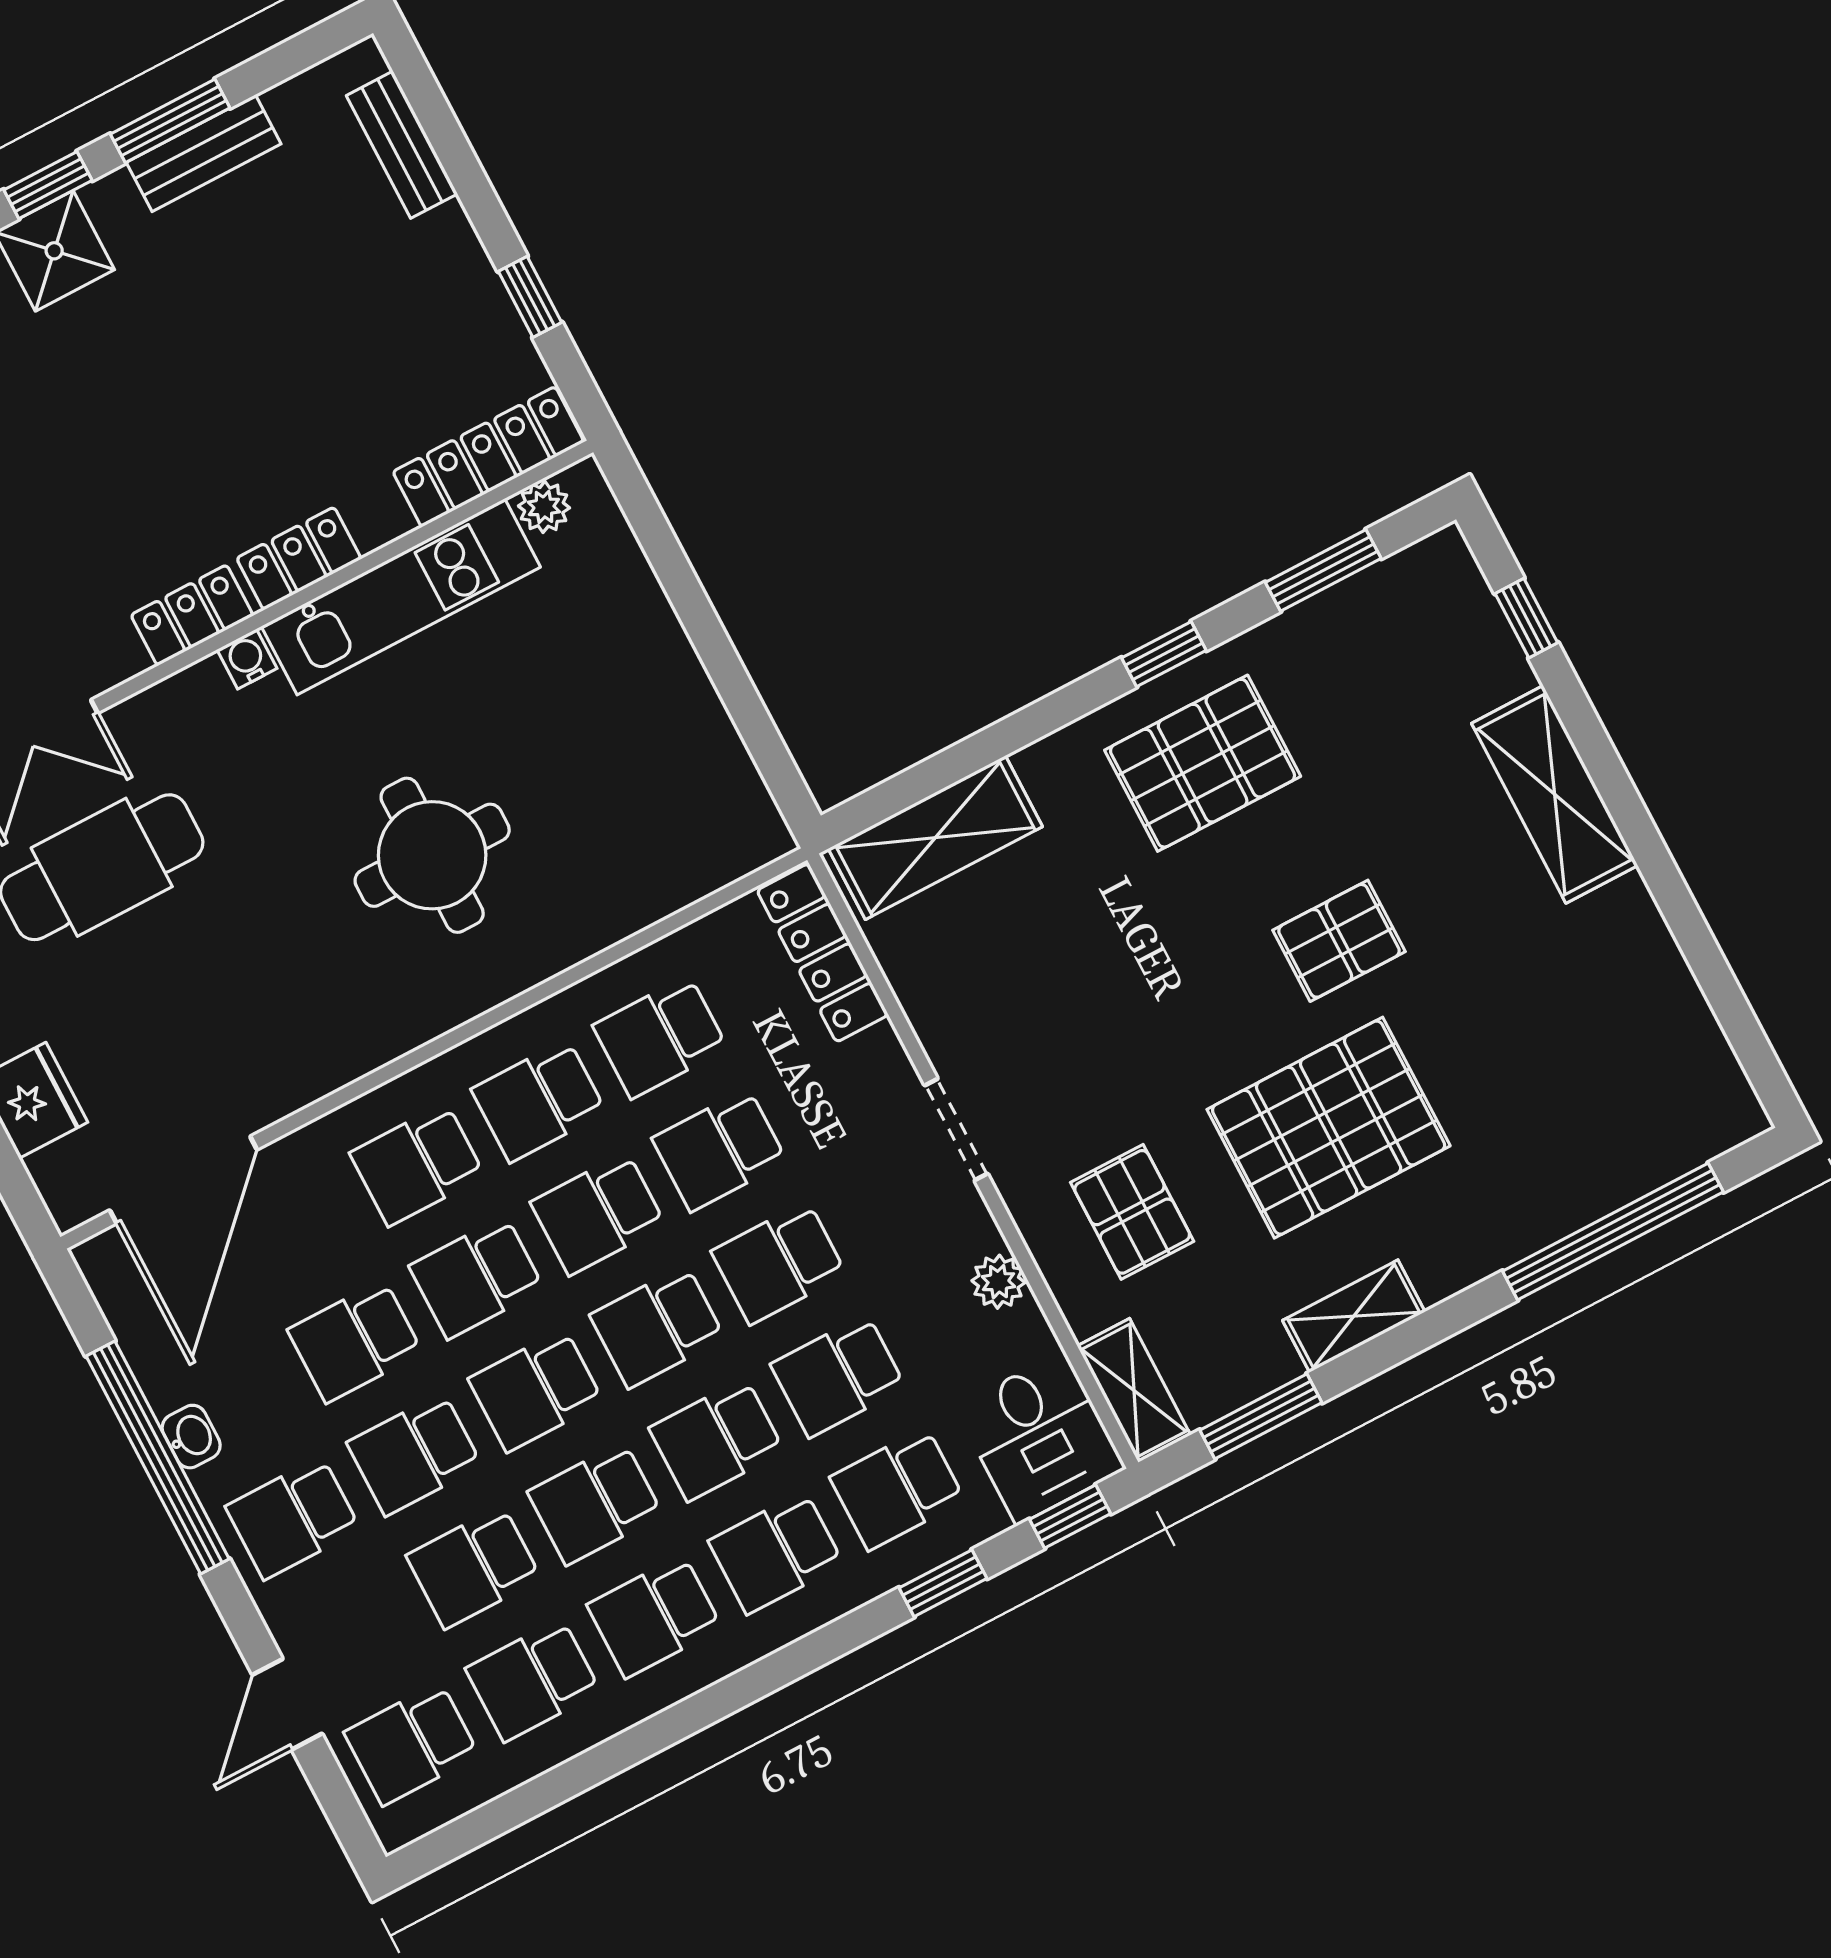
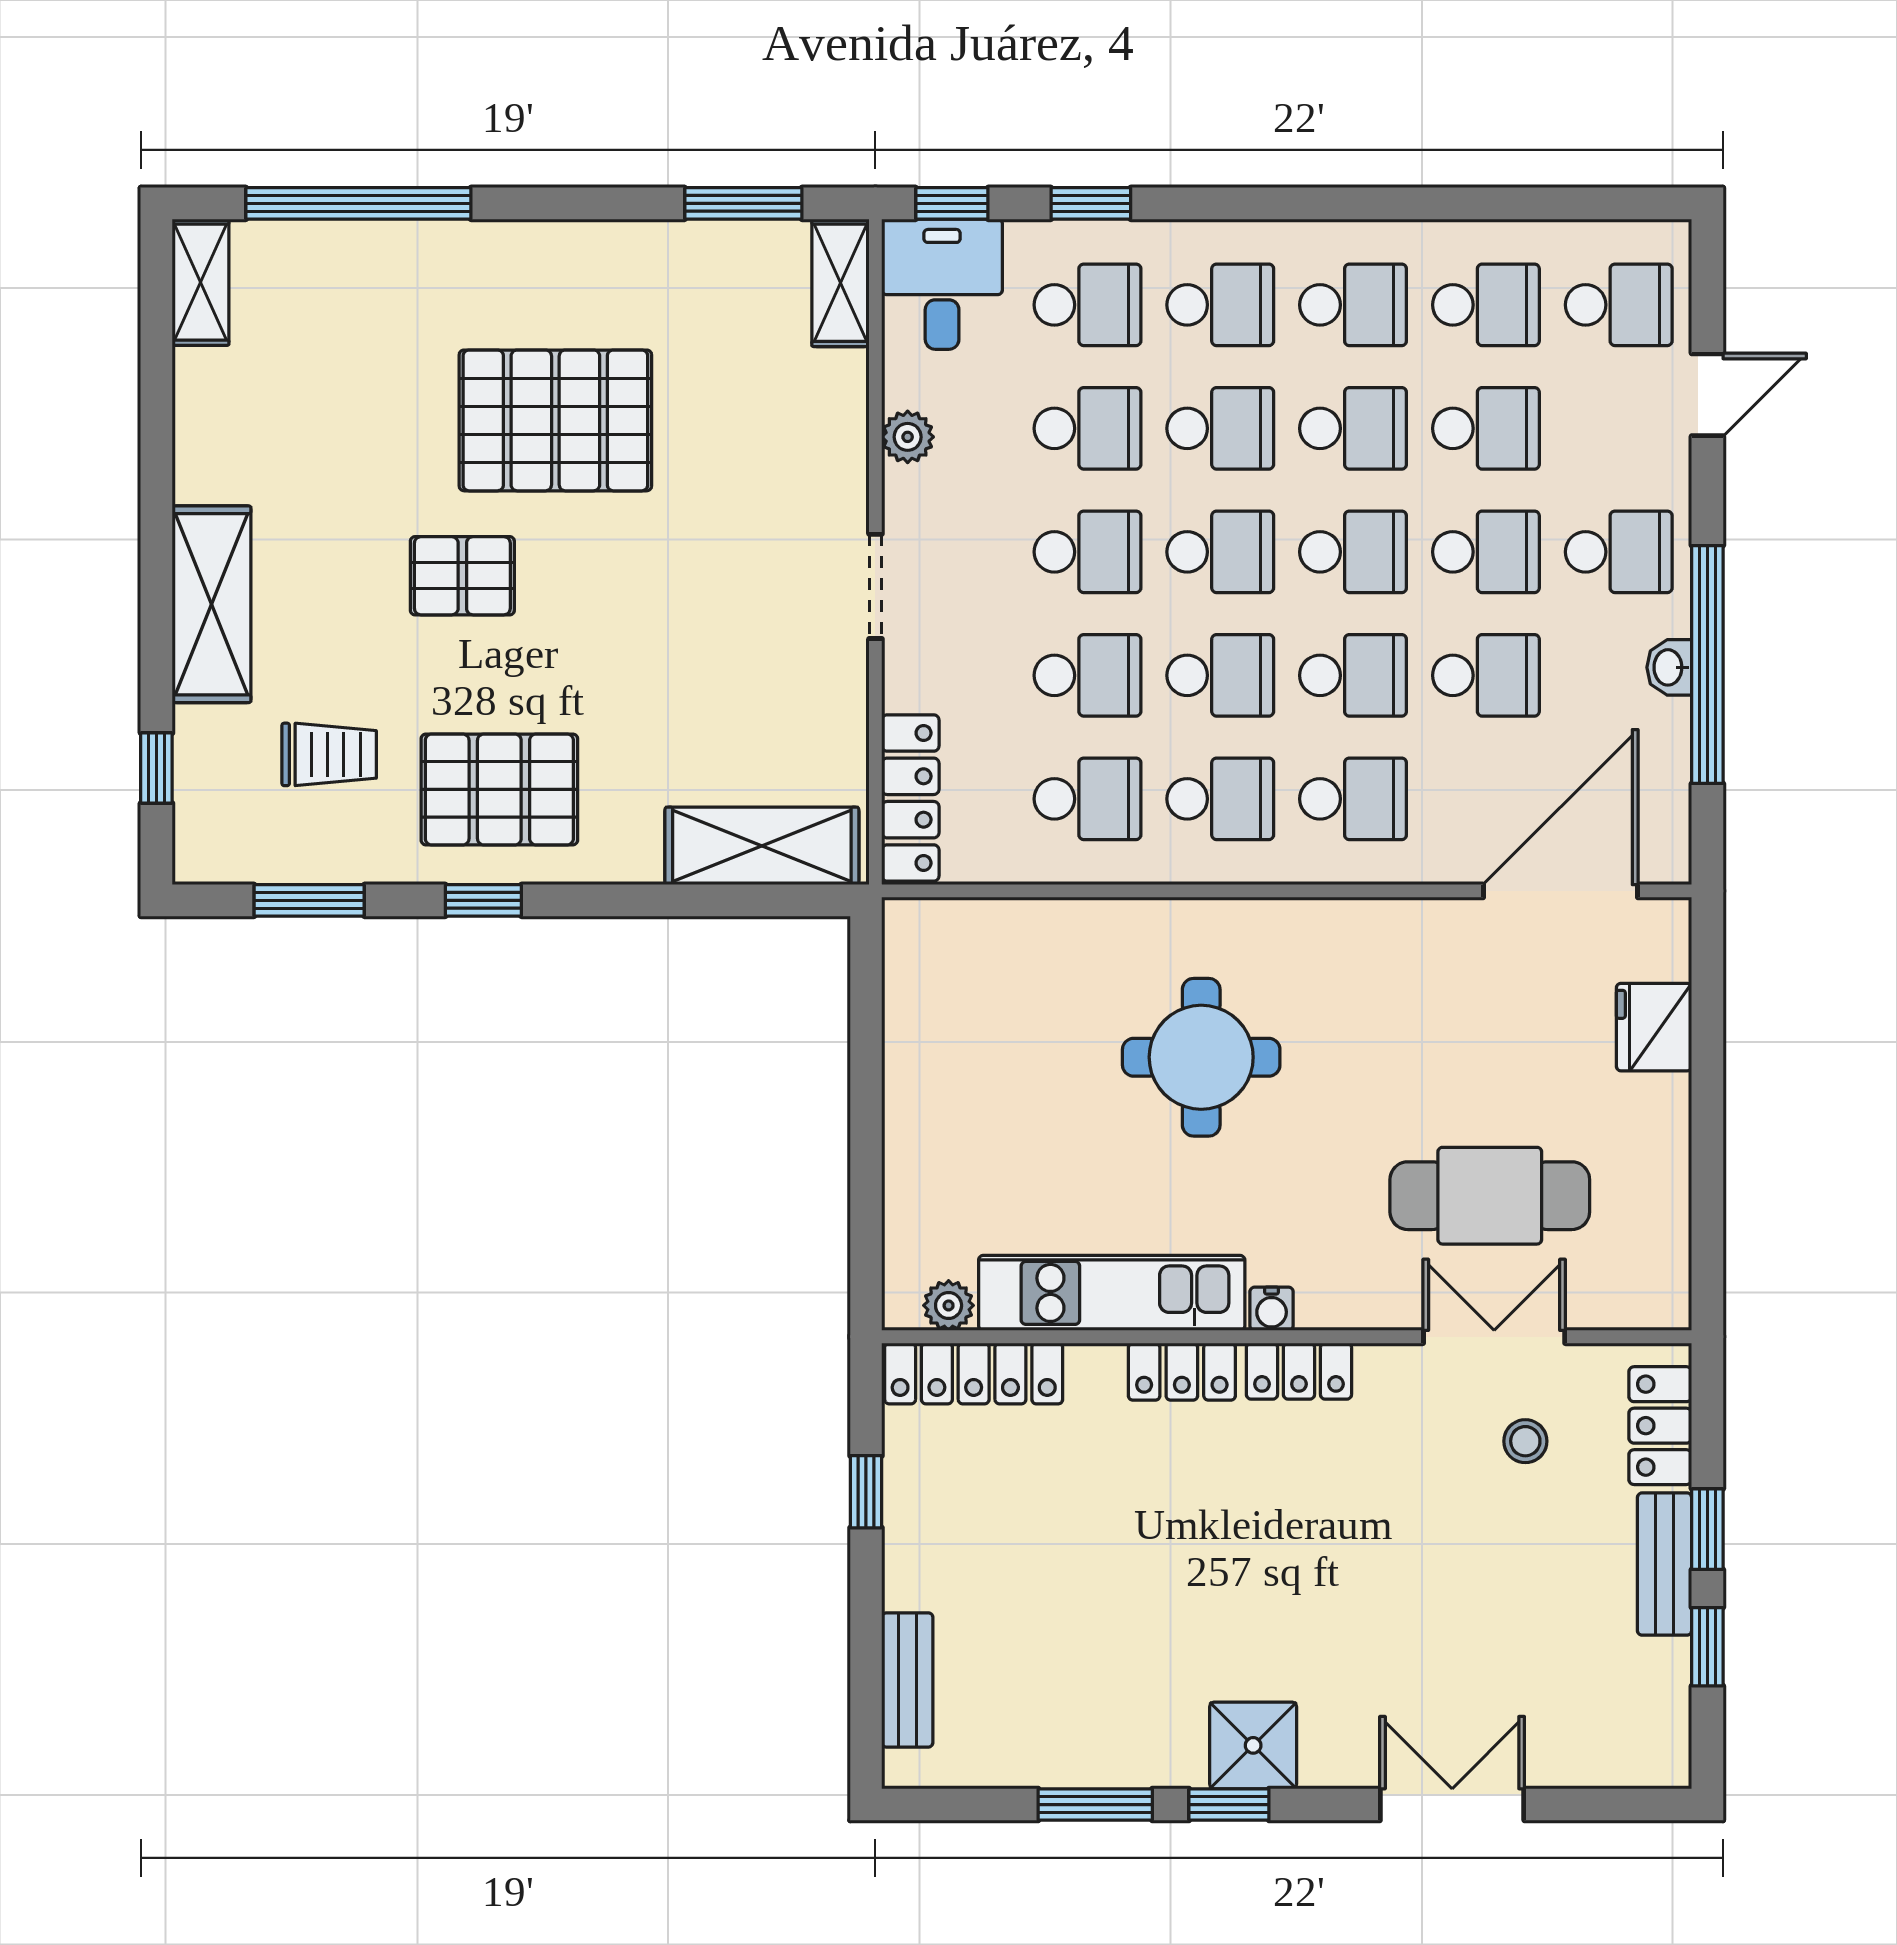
bench: (204, 153) -> (1081, 1762), removed
trolley: (1375, 714) -> (329, 754), added
pallet: (1132, 1212) -> (762, 437), removed
shelving: (1354, 1316) -> (201, 282), moved, turned 90

